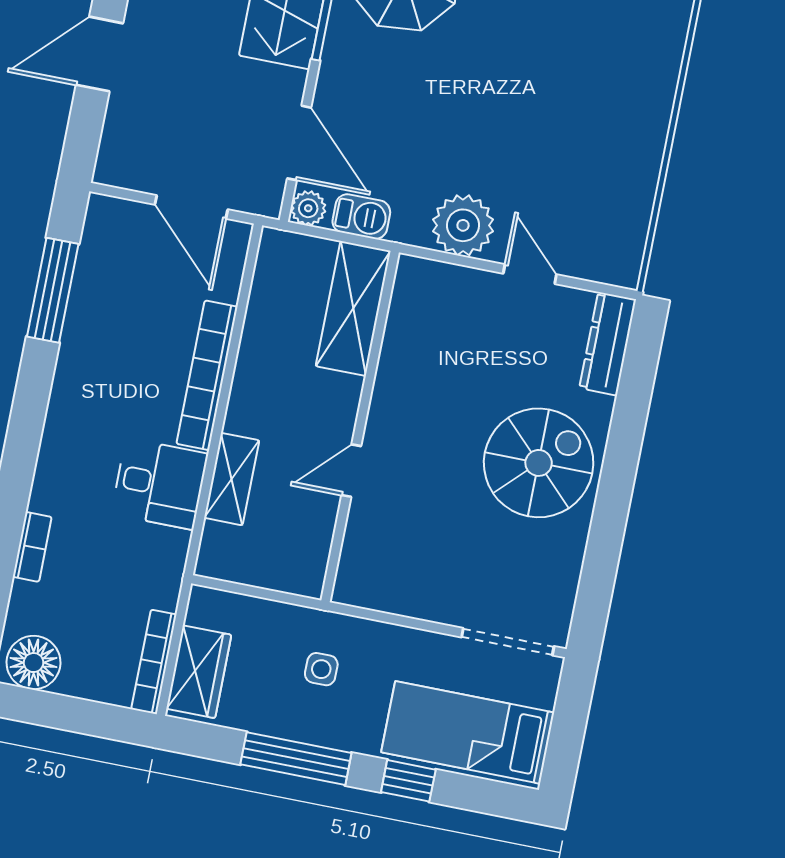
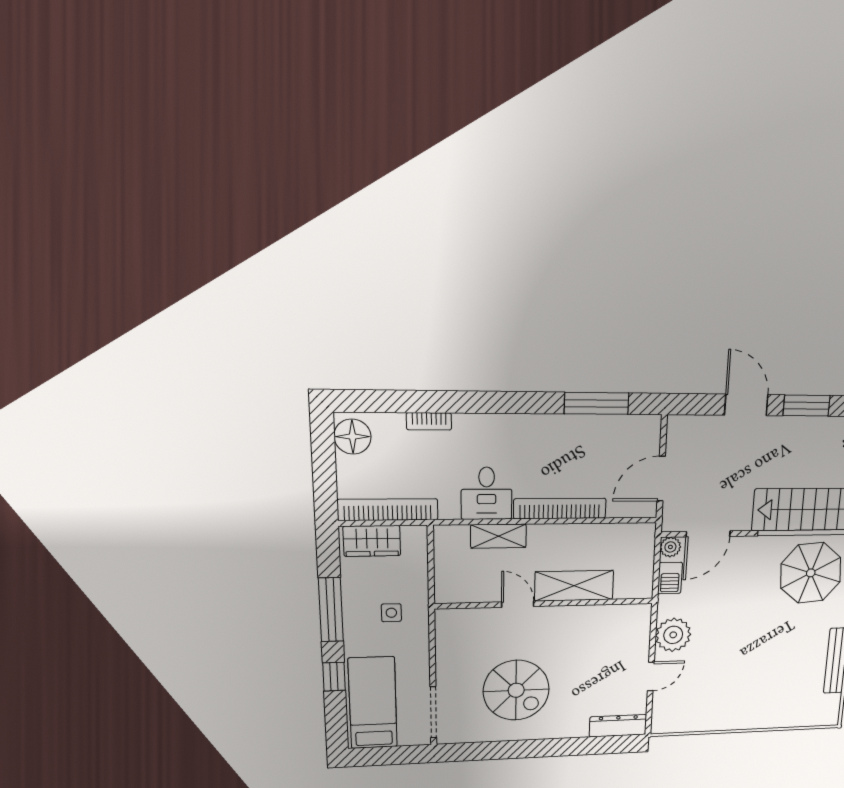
shelving: (353, 308) -> (574, 586), moved
spiral stairs: (539, 463) -> (516, 690), moved
bookcase: (154, 662) -> (388, 510), width x1.48, depth x1.31

